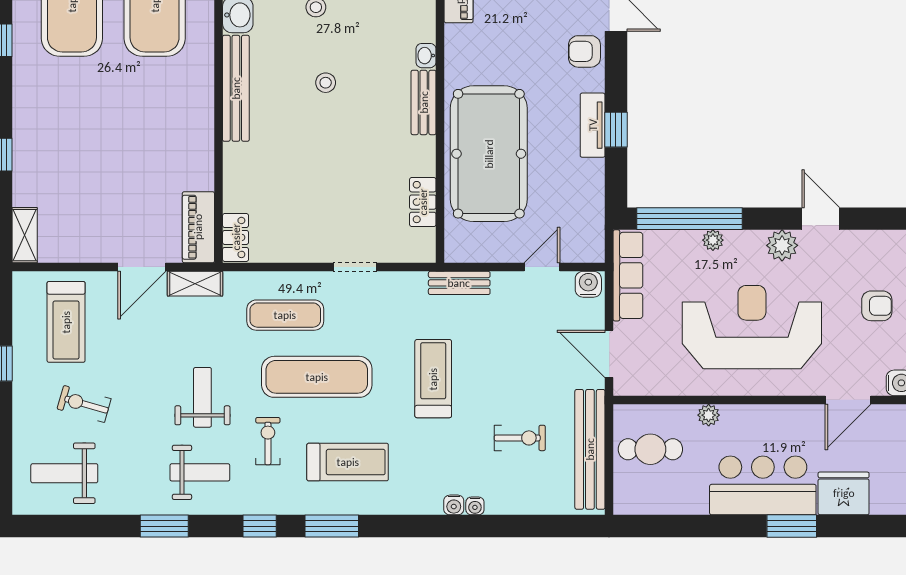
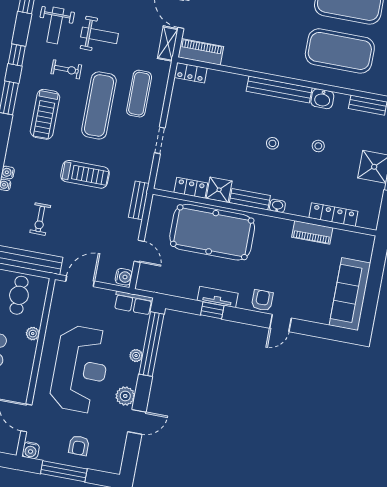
shower: (418, 155) -> (219, 190), added
row of seats: (628, 275) -> (133, 303), width x0.68

